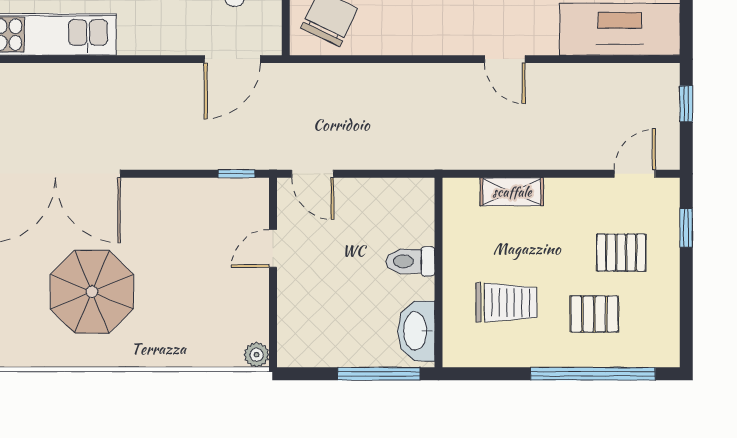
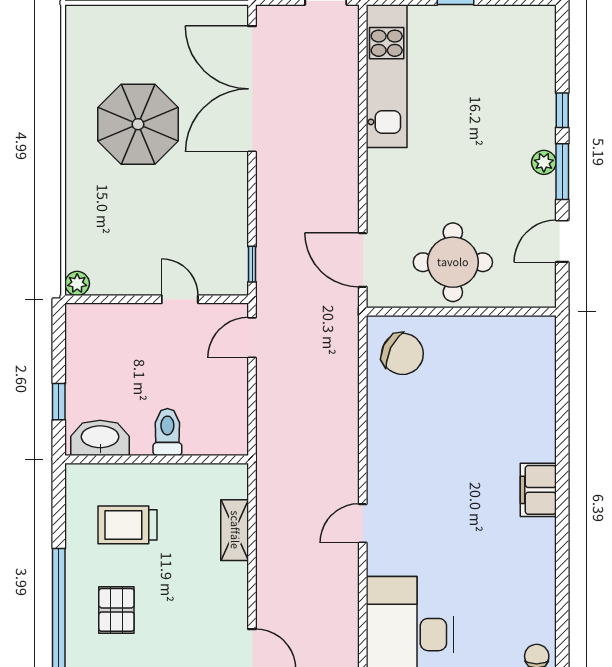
pallet: (621, 253) -> (176, 636), removed
trolley: (506, 303) -> (128, 525), turned 90
window: (379, 374) -> (59, 402), width x0.46

